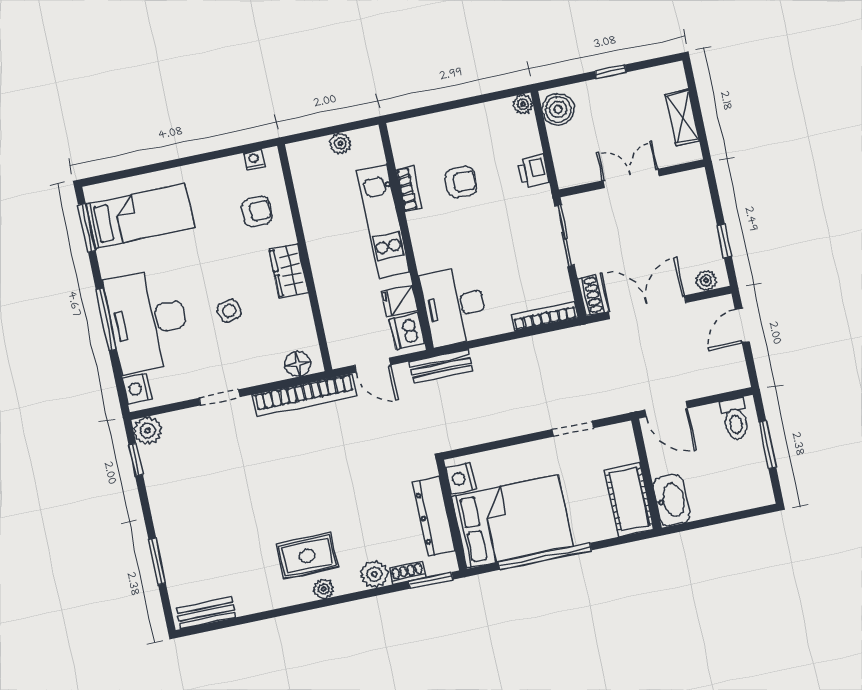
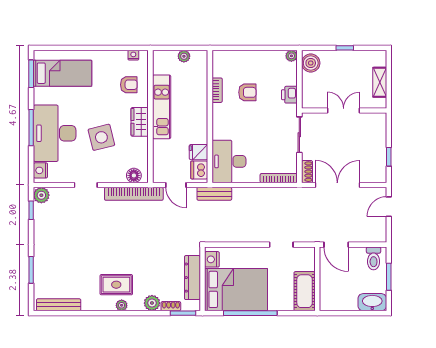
kitchen unit: (383, 222) -> (162, 107), moved, turned 180
plant: (706, 280) -> (374, 177), removed
side table: (229, 311) -> (101, 137), width x1.87, depth x1.87
washbasin: (672, 500) -> (372, 302), moved, turned -90
bench: (206, 613) -> (59, 305), width x1.36

